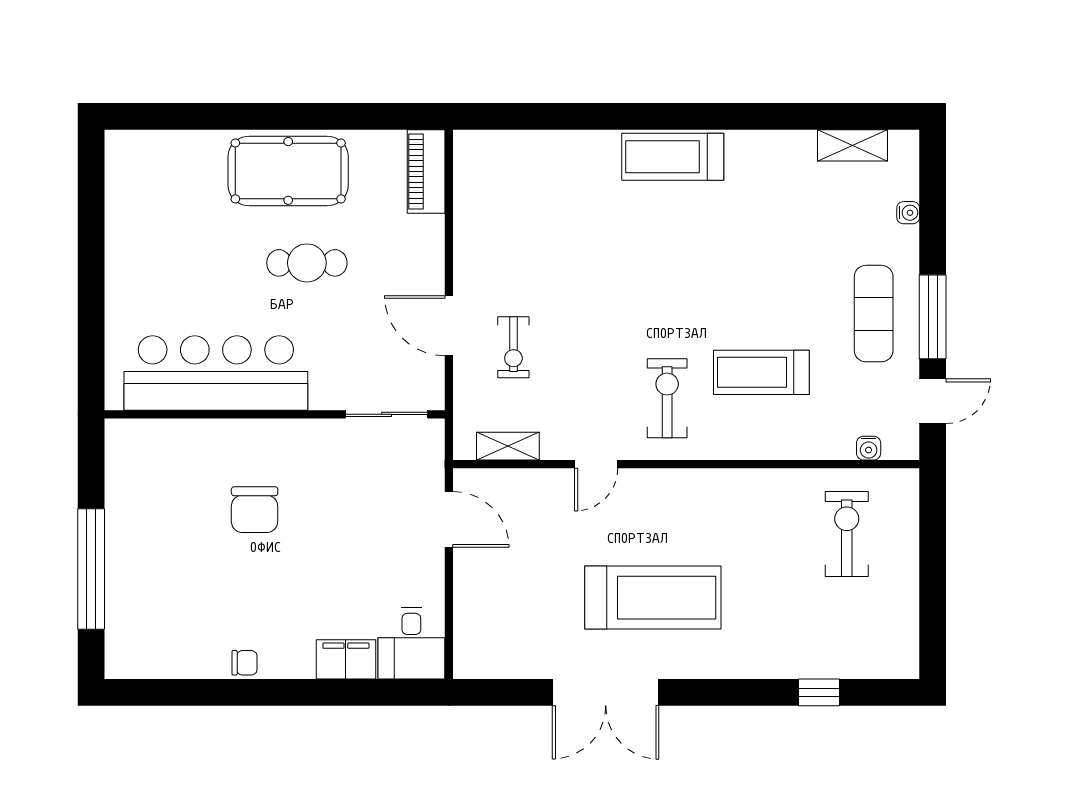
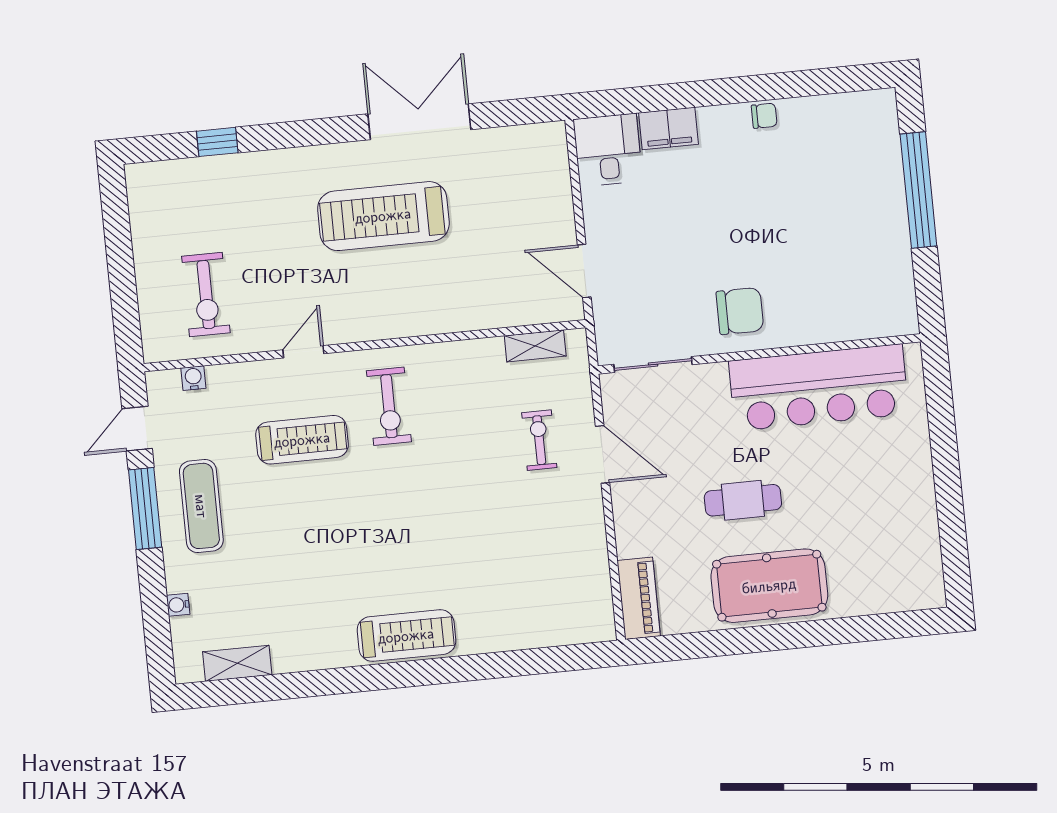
door: (596, 464) -> (303, 352), moved
chair: (255, 510) -> (740, 311), moved, turned 90
chair: (245, 663) -> (764, 116), turned 180

